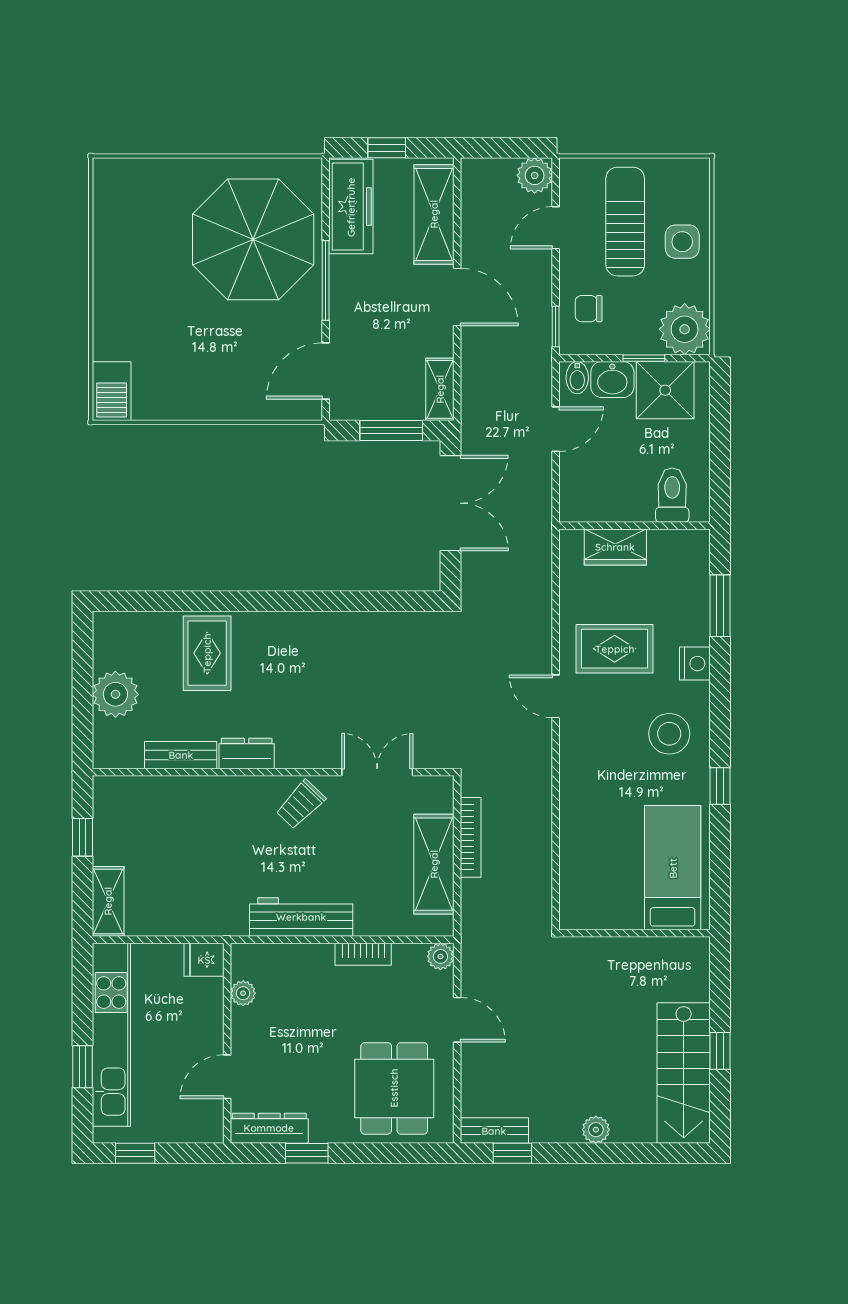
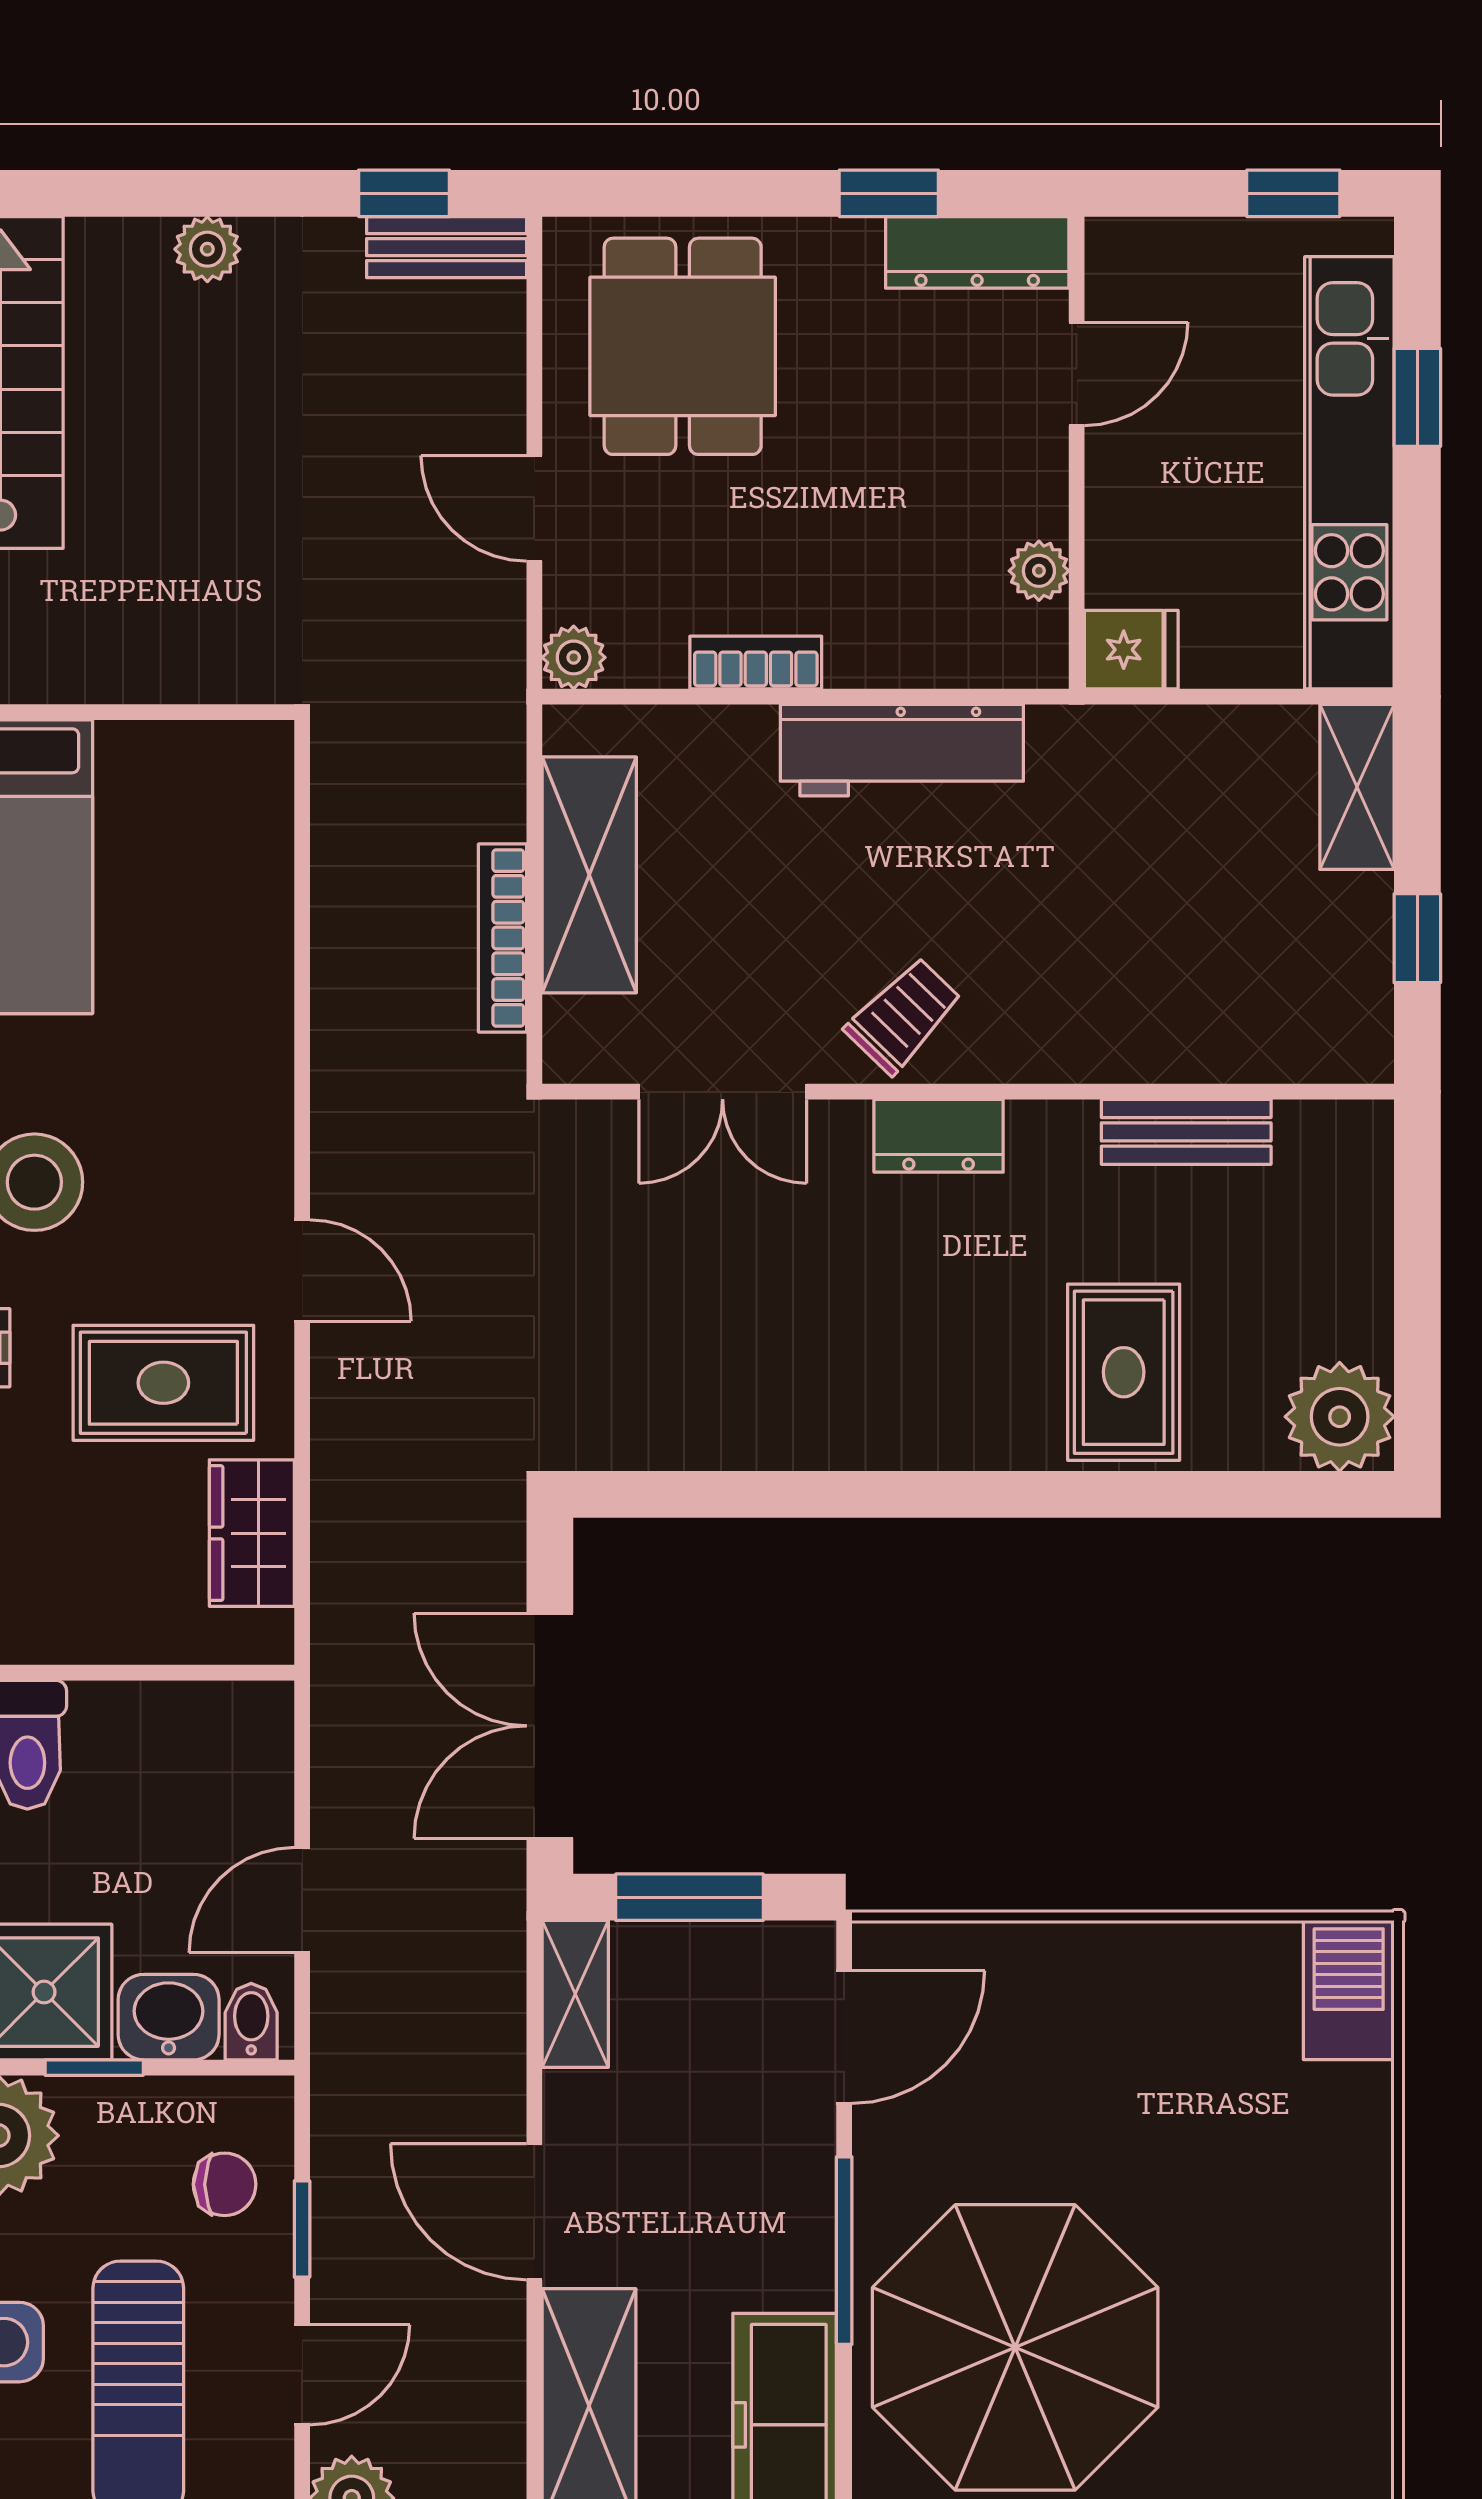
window: (556, 326) -> (302, 2229), moved
wardrobe: (615, 547) -> (252, 1533), moved, turned -90
plant: (115, 694) -> (1340, 1417), moved
dresser: (247, 753) -> (939, 1136), moved

